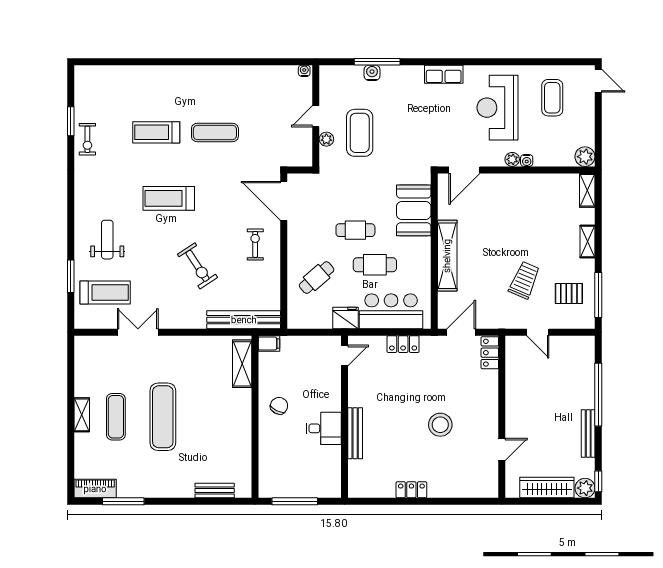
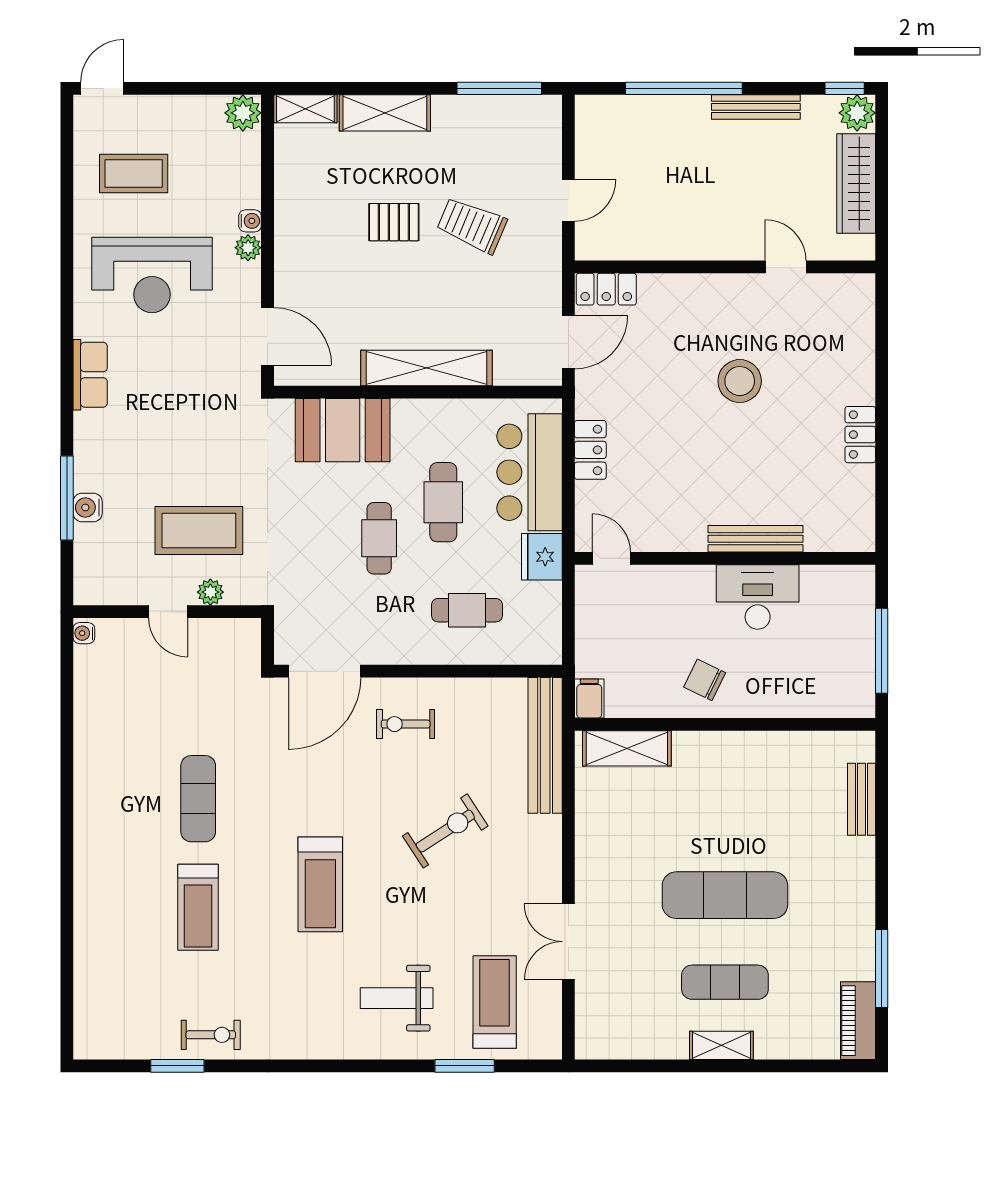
shelving: (587, 241) -> (385, 113), width x1.50, depth x1.33
cafe table: (317, 278) -> (467, 610), turned -49
pallet: (569, 294) -> (394, 222), moved, turned 90
door: (461, 332) -> (568, 342), swing flipped
desk: (324, 428) -> (758, 597), width x1.37

